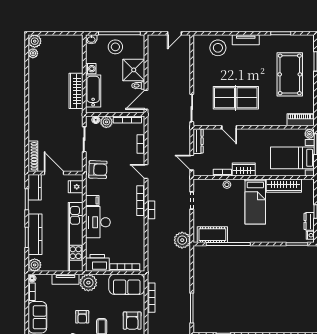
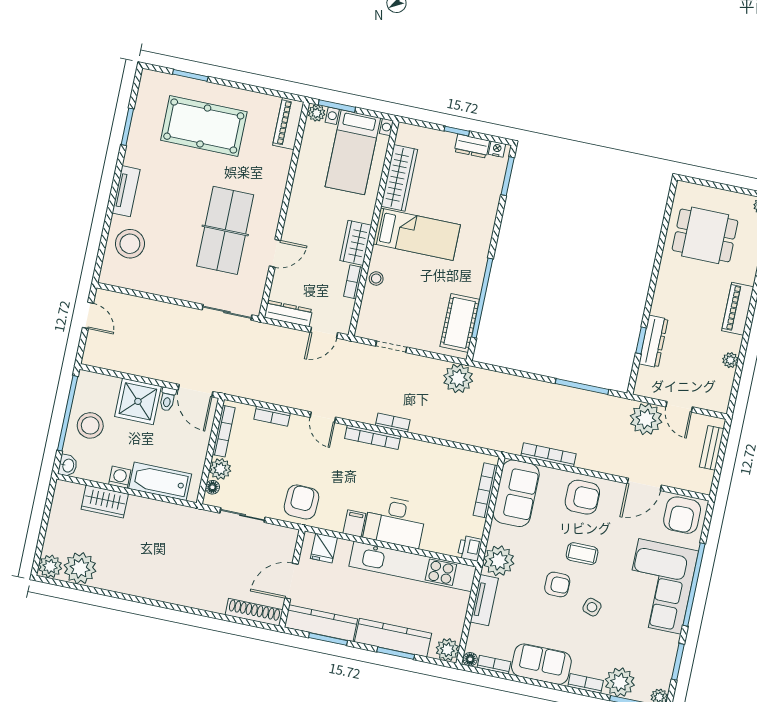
plant: (33, 53) -> (80, 568), width x1.87, depth x1.87
wardrobe: (76, 91) -> (105, 502), moved, width x0.67
door: (146, 171) -> (323, 417), hinge flipped
kitchen counter: (35, 187) -> (321, 623), width x1.50
printer: (97, 263) -> (470, 548), width x0.53, depth x0.68

